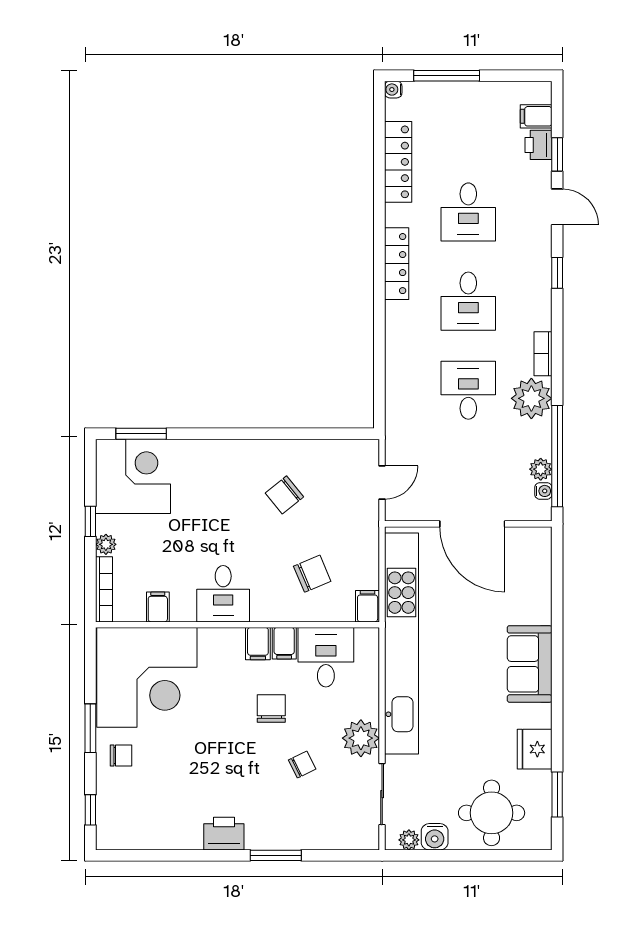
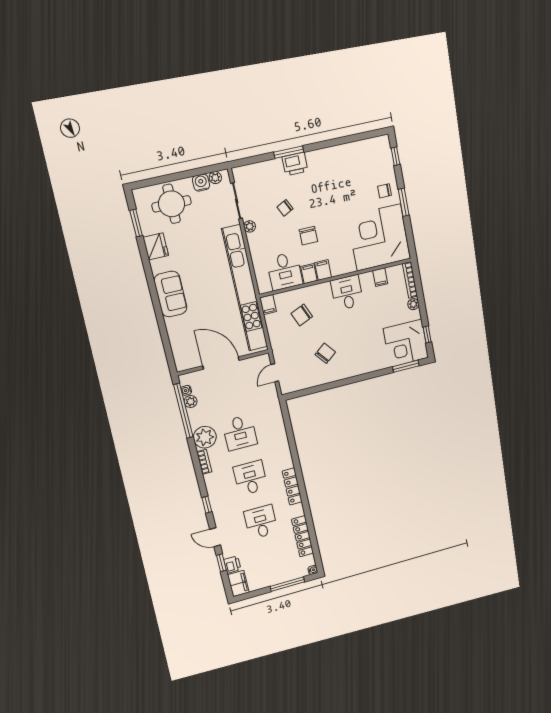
filing cabinet: (536, 116) -> (238, 584), width x2.00
window: (90, 521) -> (427, 334), moved
plant: (361, 738) -> (250, 226), width x0.53, depth x0.53
printer: (224, 834) -> (295, 164), moved

